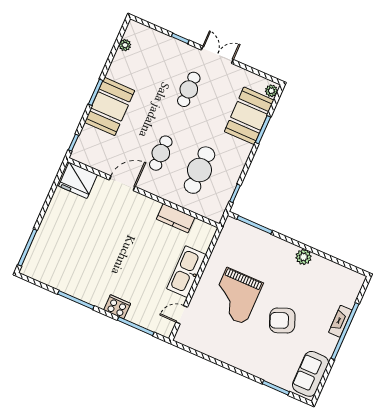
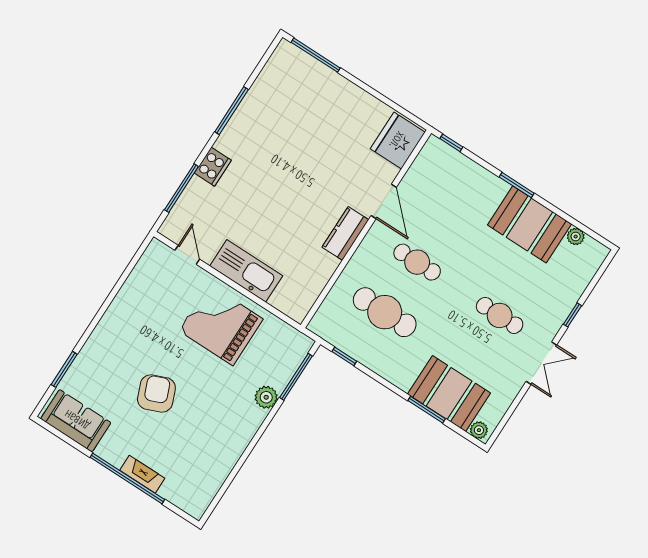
booth: (110, 106) -> (530, 224), moved
kitchen counter: (176, 218) -> (345, 233), moved
plant: (304, 257) -> (266, 397), moved
grand piano: (236, 296) -> (221, 325), moved

